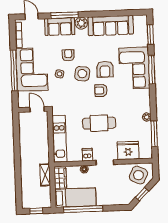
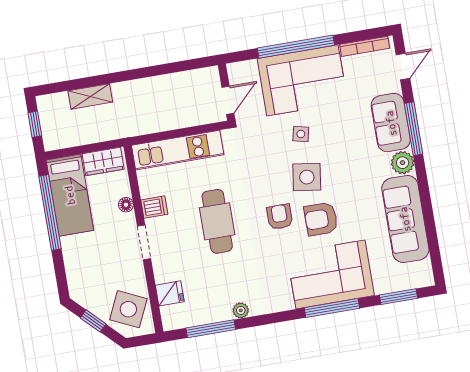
armchair: (68, 55) -> (338, 146), removed
fridge: (128, 151) -> (170, 293), width x0.53, depth x0.75
shelving: (45, 175) -> (90, 96), moved

